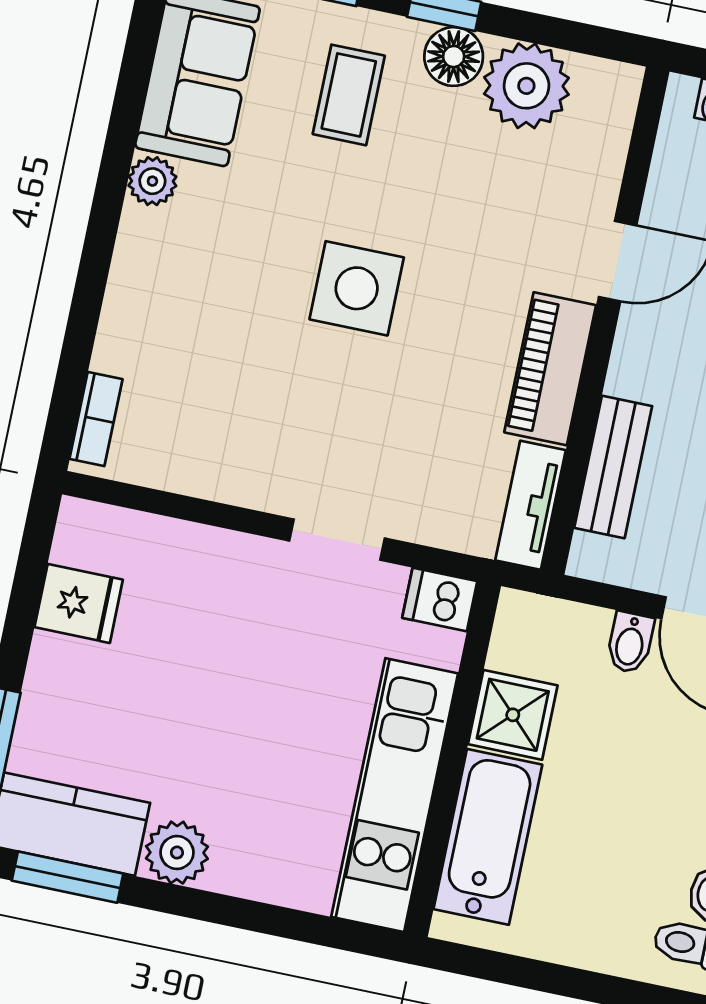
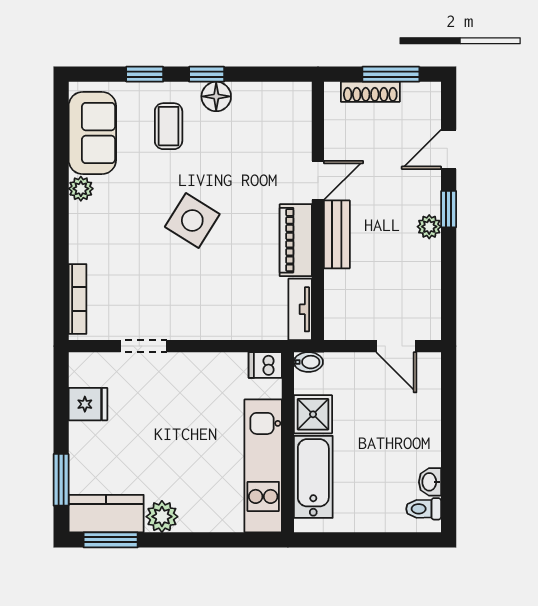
plant: (526, 86) -> (255, 103), removed
side table: (357, 288) -> (192, 220), turned 32
bookcase: (96, 419) -> (78, 299), width x1.56
bench: (613, 467) -> (337, 234), moved
doorway: (337, 540) -> (144, 346), moved
bidet: (630, 643) -> (308, 362), moved, turned -90

